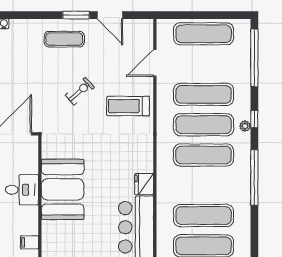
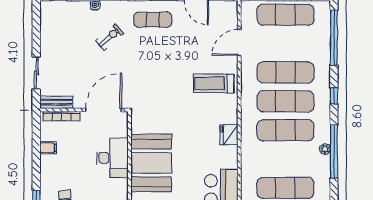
exercise bike: (80, 91) -> (110, 37), moved
plant: (245, 126) -> (325, 149), moved
fridge: (144, 184) -> (229, 135), moved
desk: (22, 190) -> (112, 158), width x1.37

